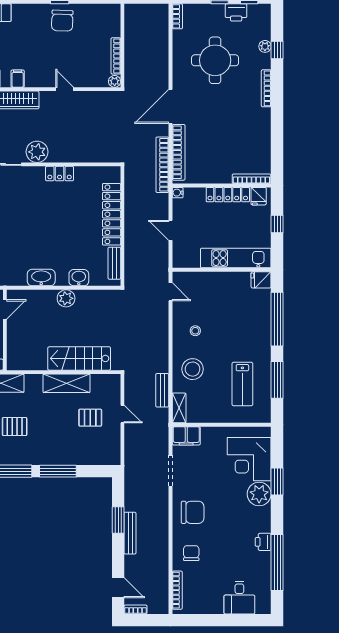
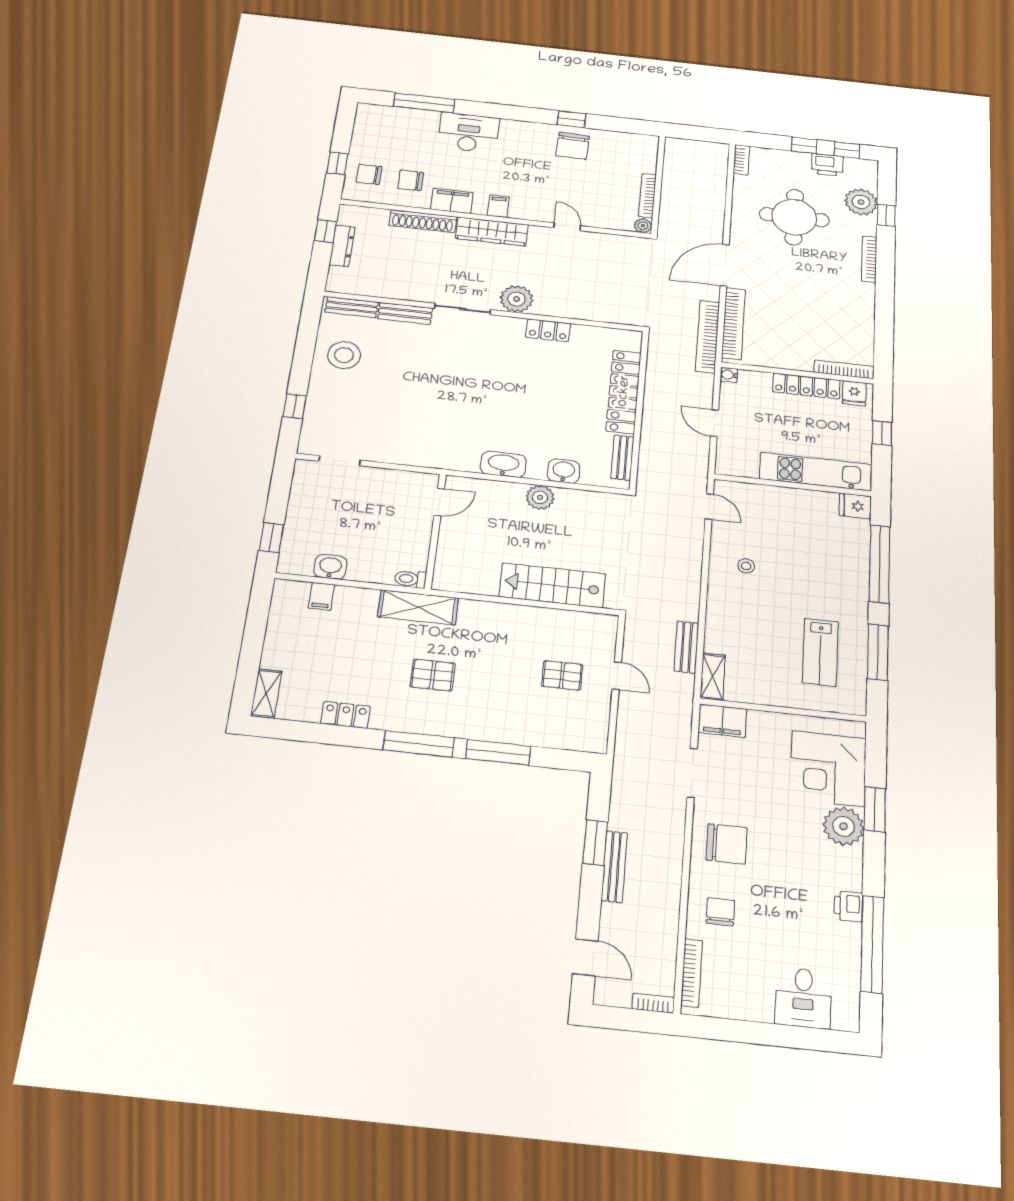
plant: (265, 46) -> (861, 202), width x1.88, depth x1.88
stool: (193, 369) -> (739, 621), removed
shelving: (66, 383) -> (528, 619), removed
bookcase: (136, 609) -> (653, 1003), moved

